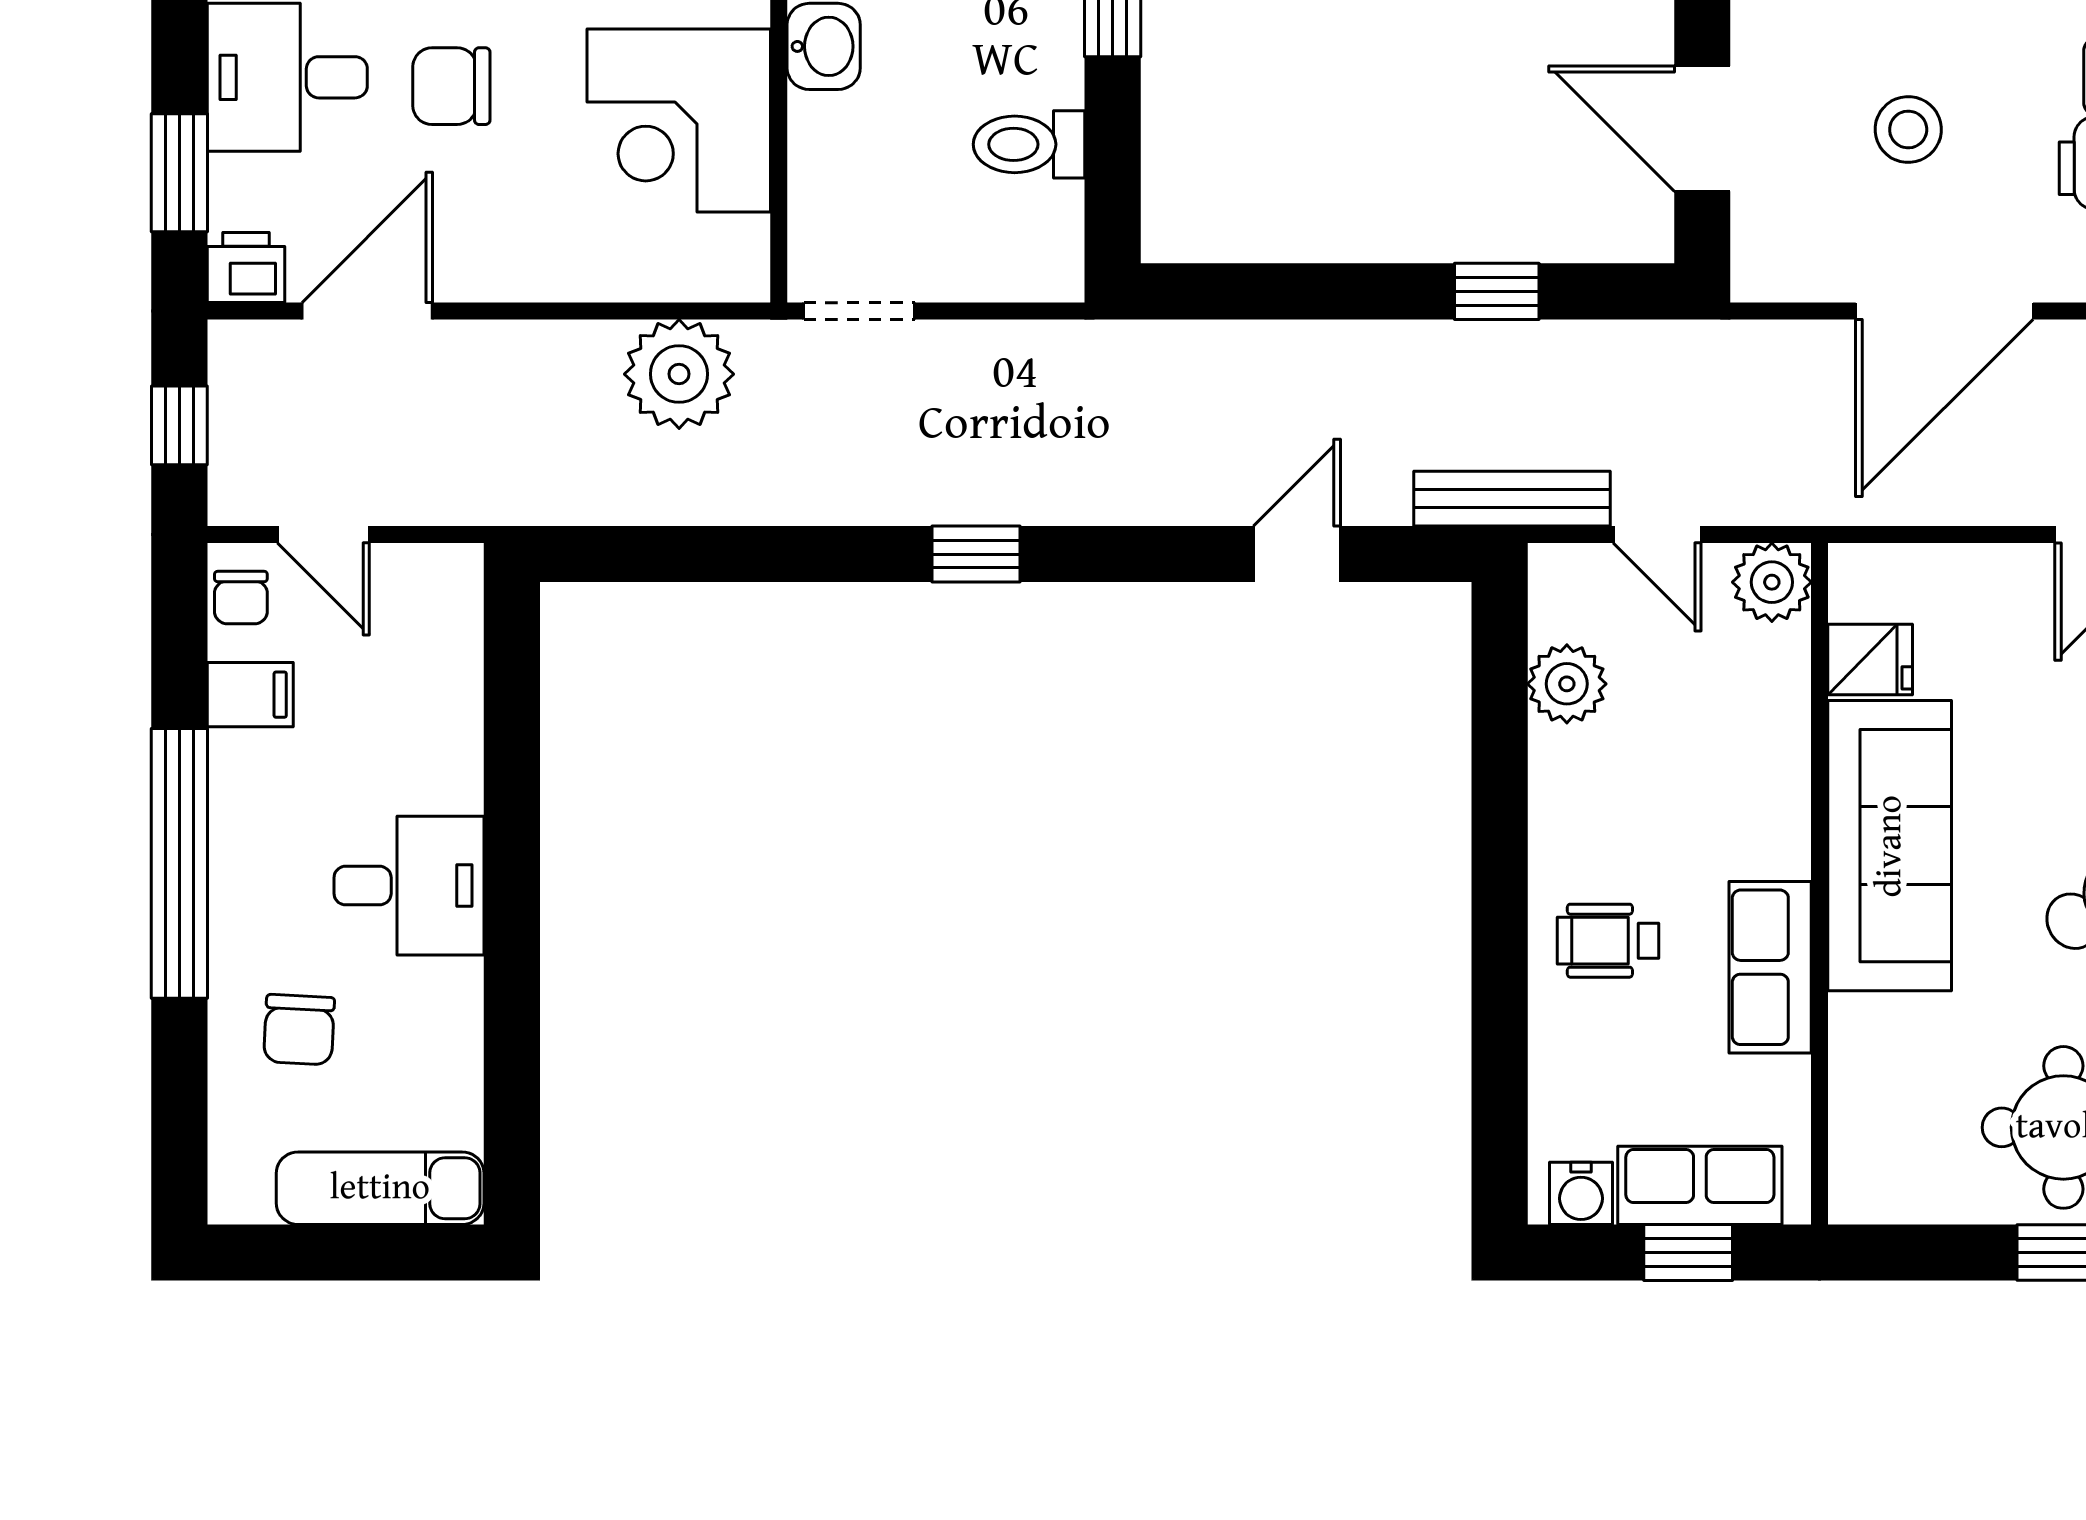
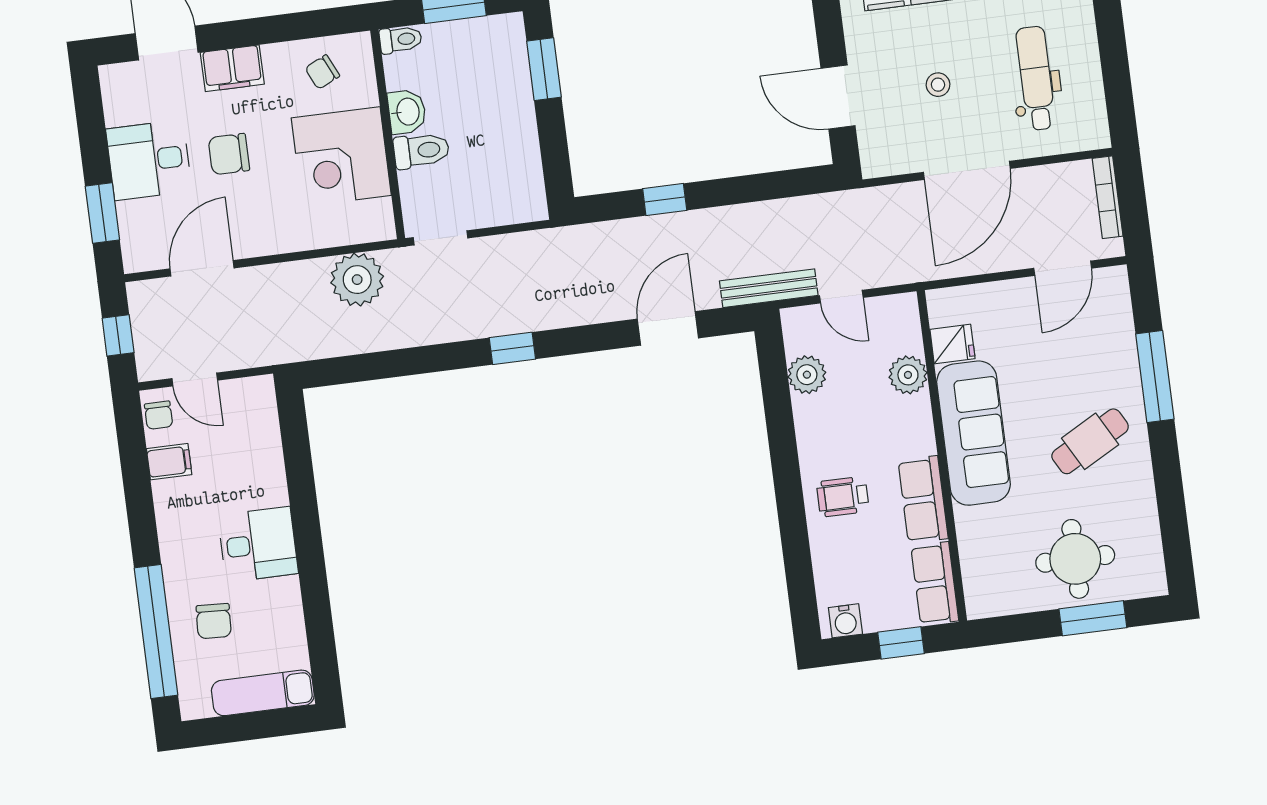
stool: (1908, 129) -> (938, 85), width x0.73, depth x0.73
toilet: (1029, 144) -> (421, 151), moved, turned 180
printer: (246, 267) -> (141, 255), removed
window: (1497, 291) -> (665, 199), moved
door: (1297, 554) -> (668, 328), width x1.38
plant: (1772, 582) -> (908, 375), moved
window: (179, 863) -> (156, 632), moved
row of seats: (1700, 1185) -> (935, 583), moved, turned -90

